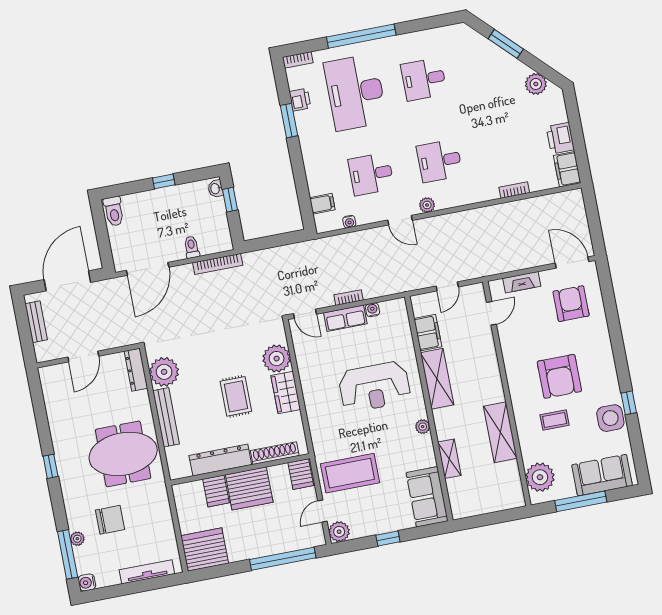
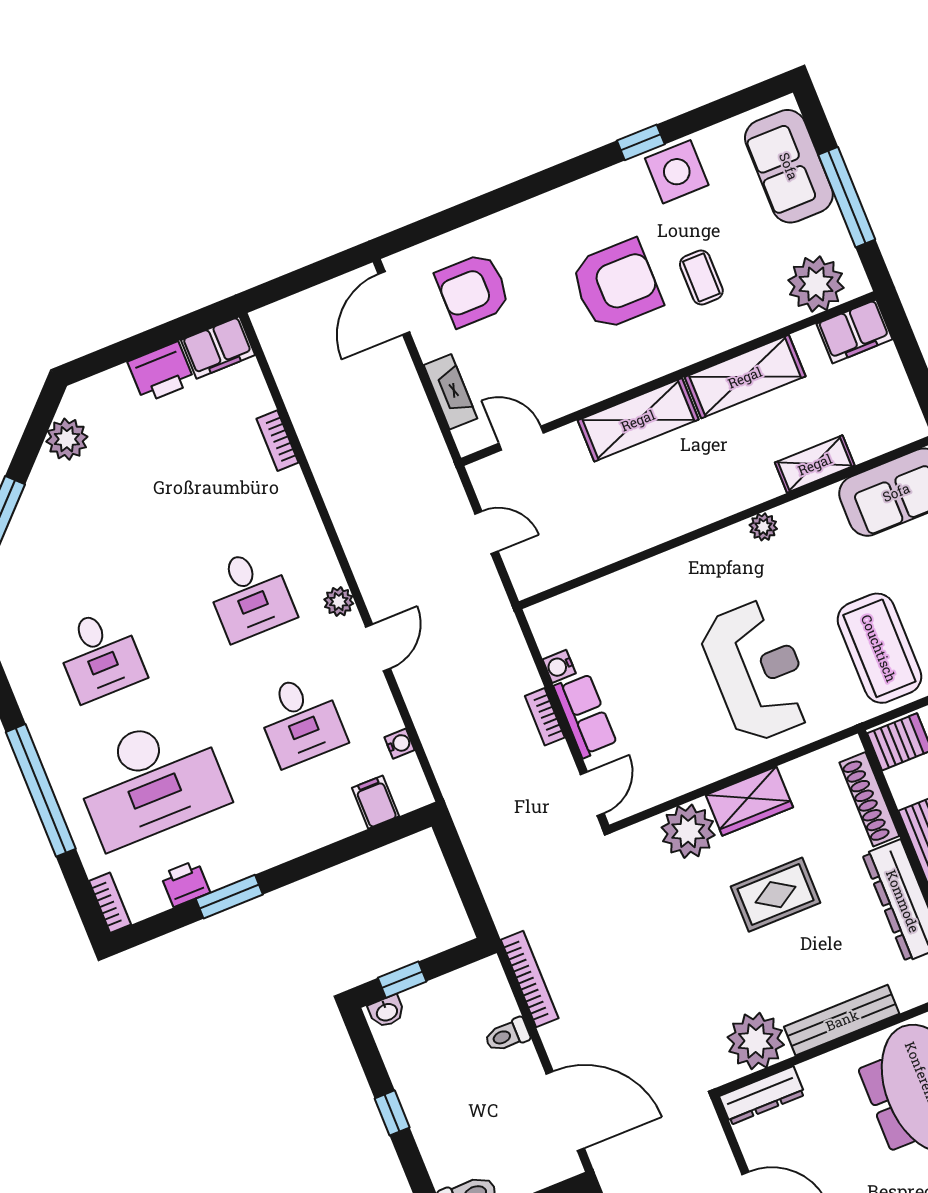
filing cabinet: (428, 333) -> (854, 331), moved, turned 180
shelving: (437, 379) -> (638, 420), moved
reception desk: (374, 387) -> (757, 671), moved

